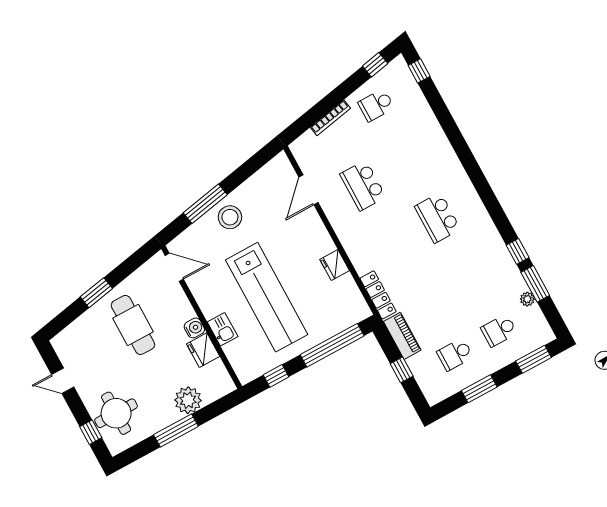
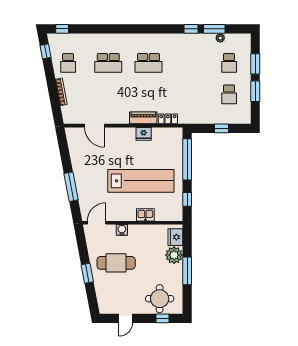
school desk: (363, 186) -> (108, 63), moved
stool: (230, 217) -> (86, 177), removed
locker: (378, 295) -> (168, 119), width x0.66
water cooler: (194, 328) -> (122, 230), moved
piano: (402, 336) -> (143, 118), moved
fridge: (203, 350) -> (175, 237), moved, turned 90
window: (534, 359) -> (255, 64), moved

